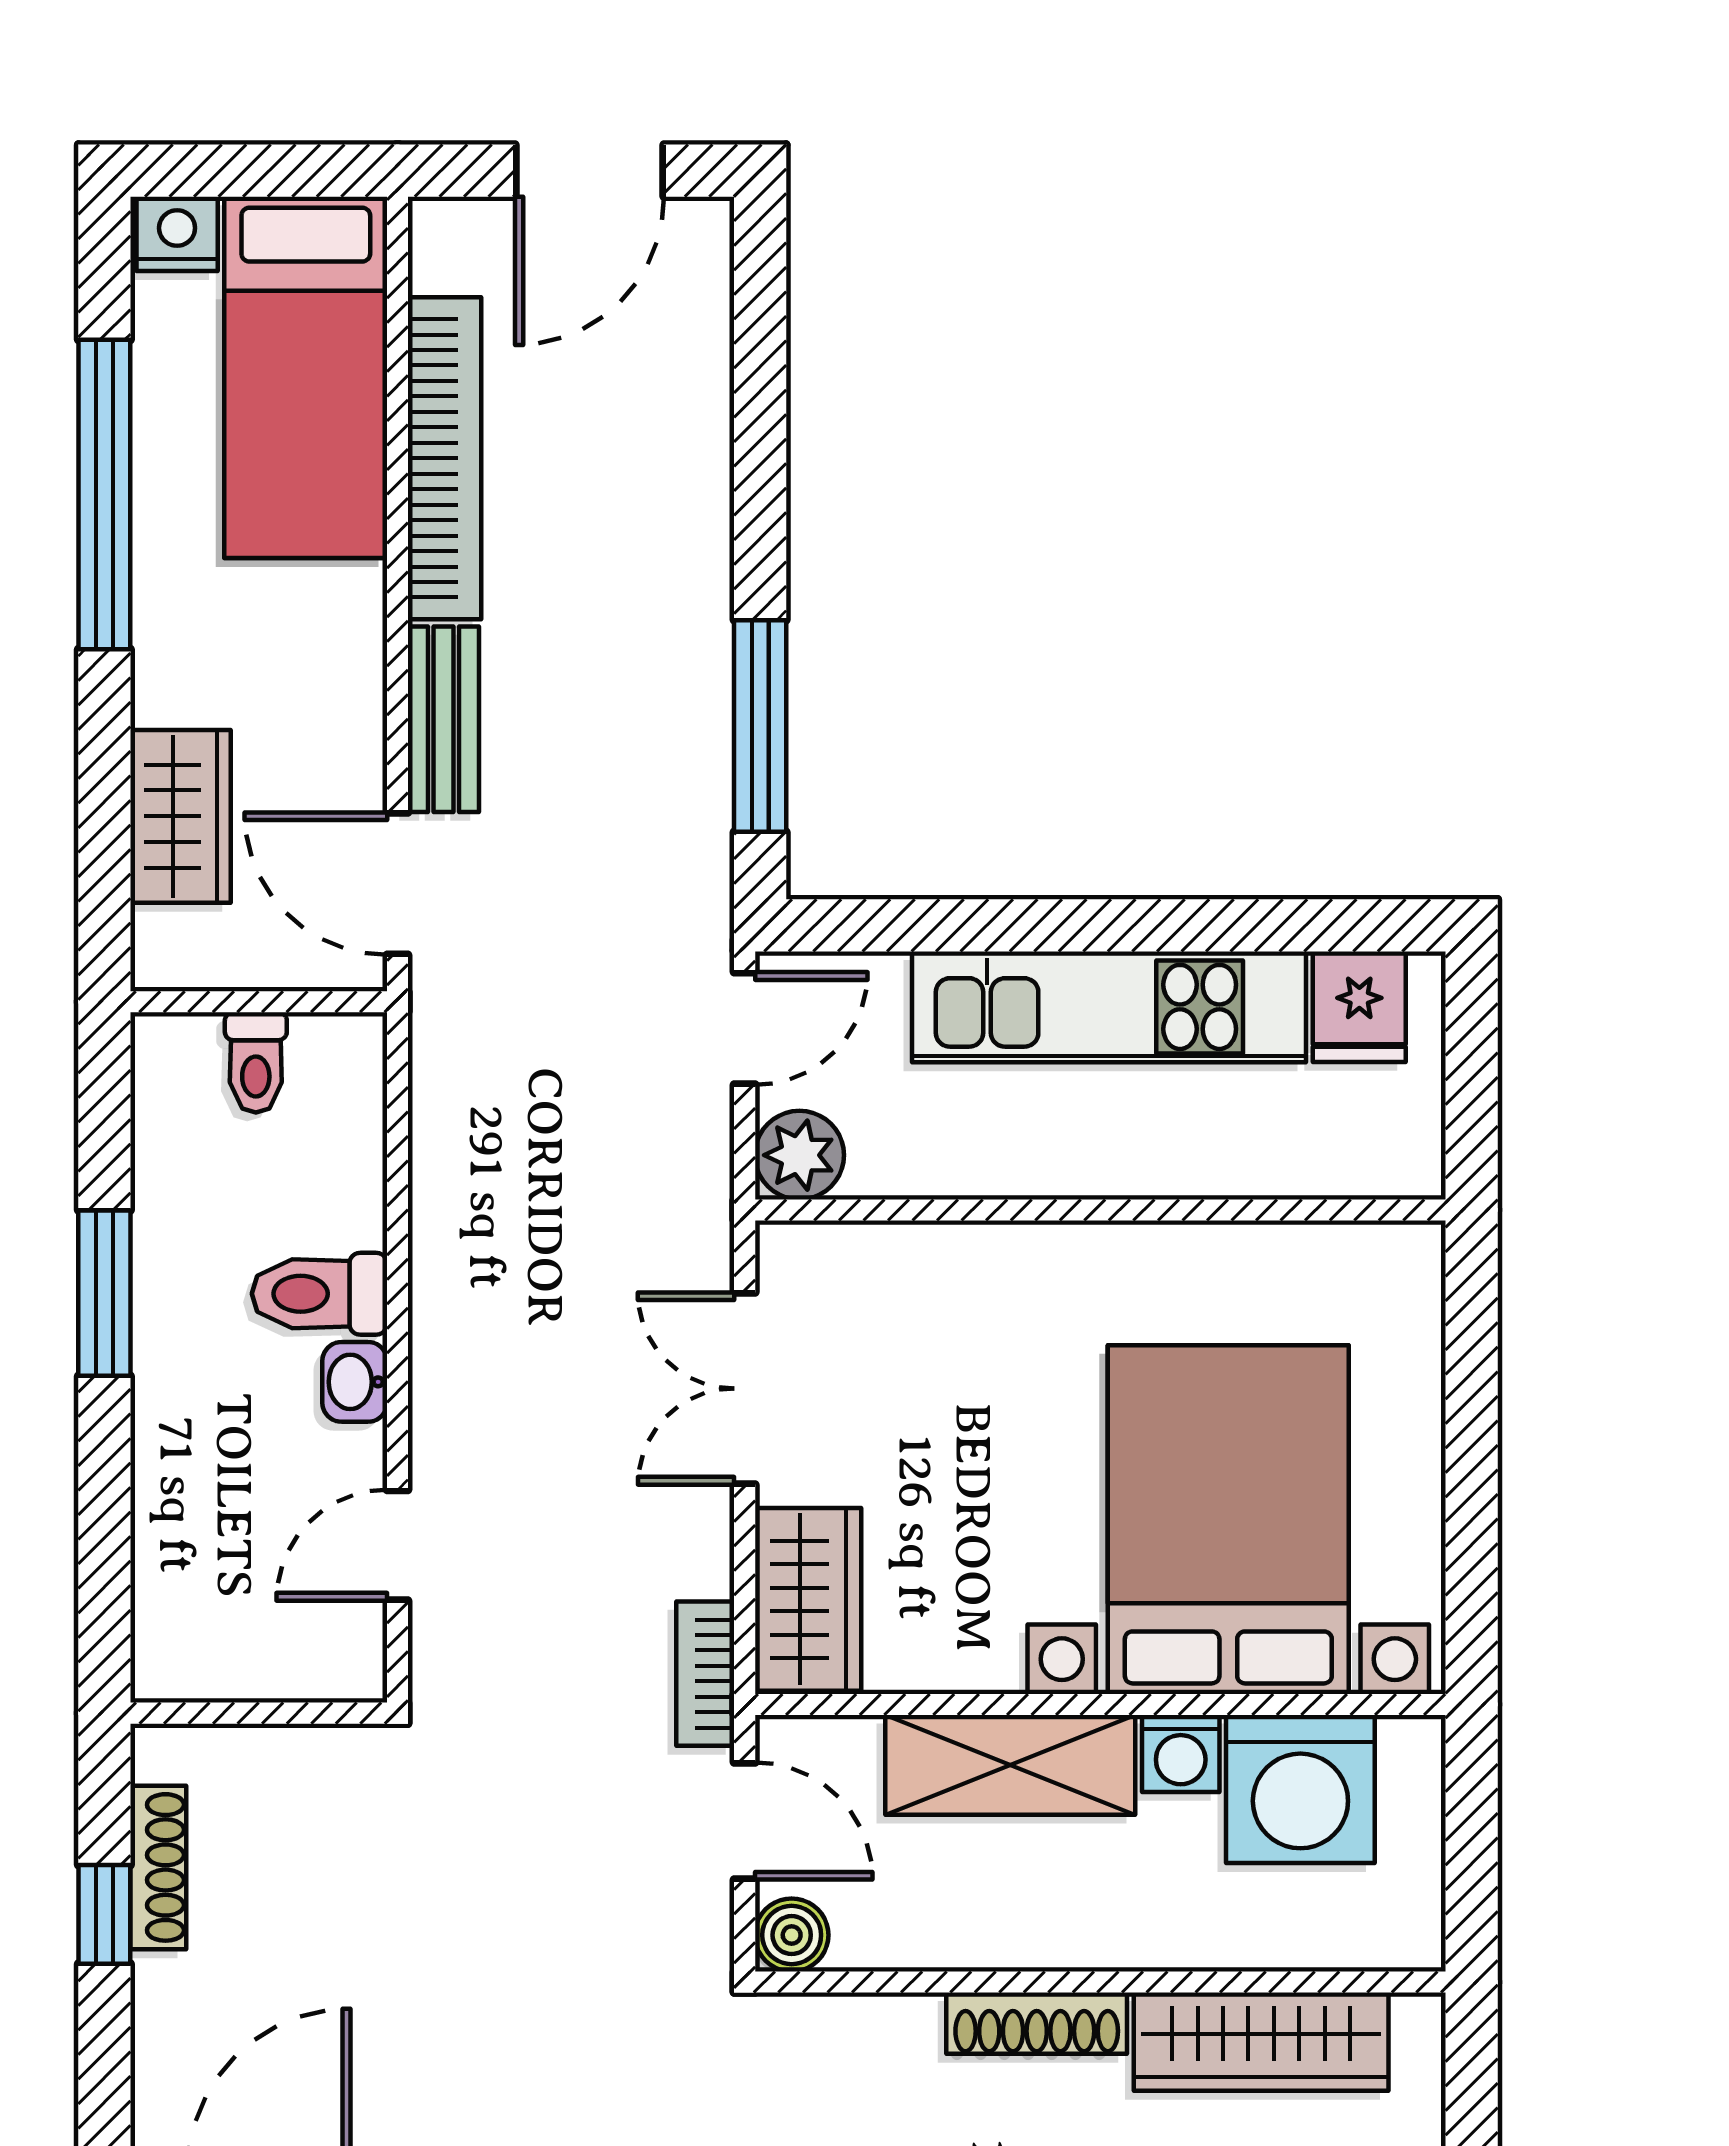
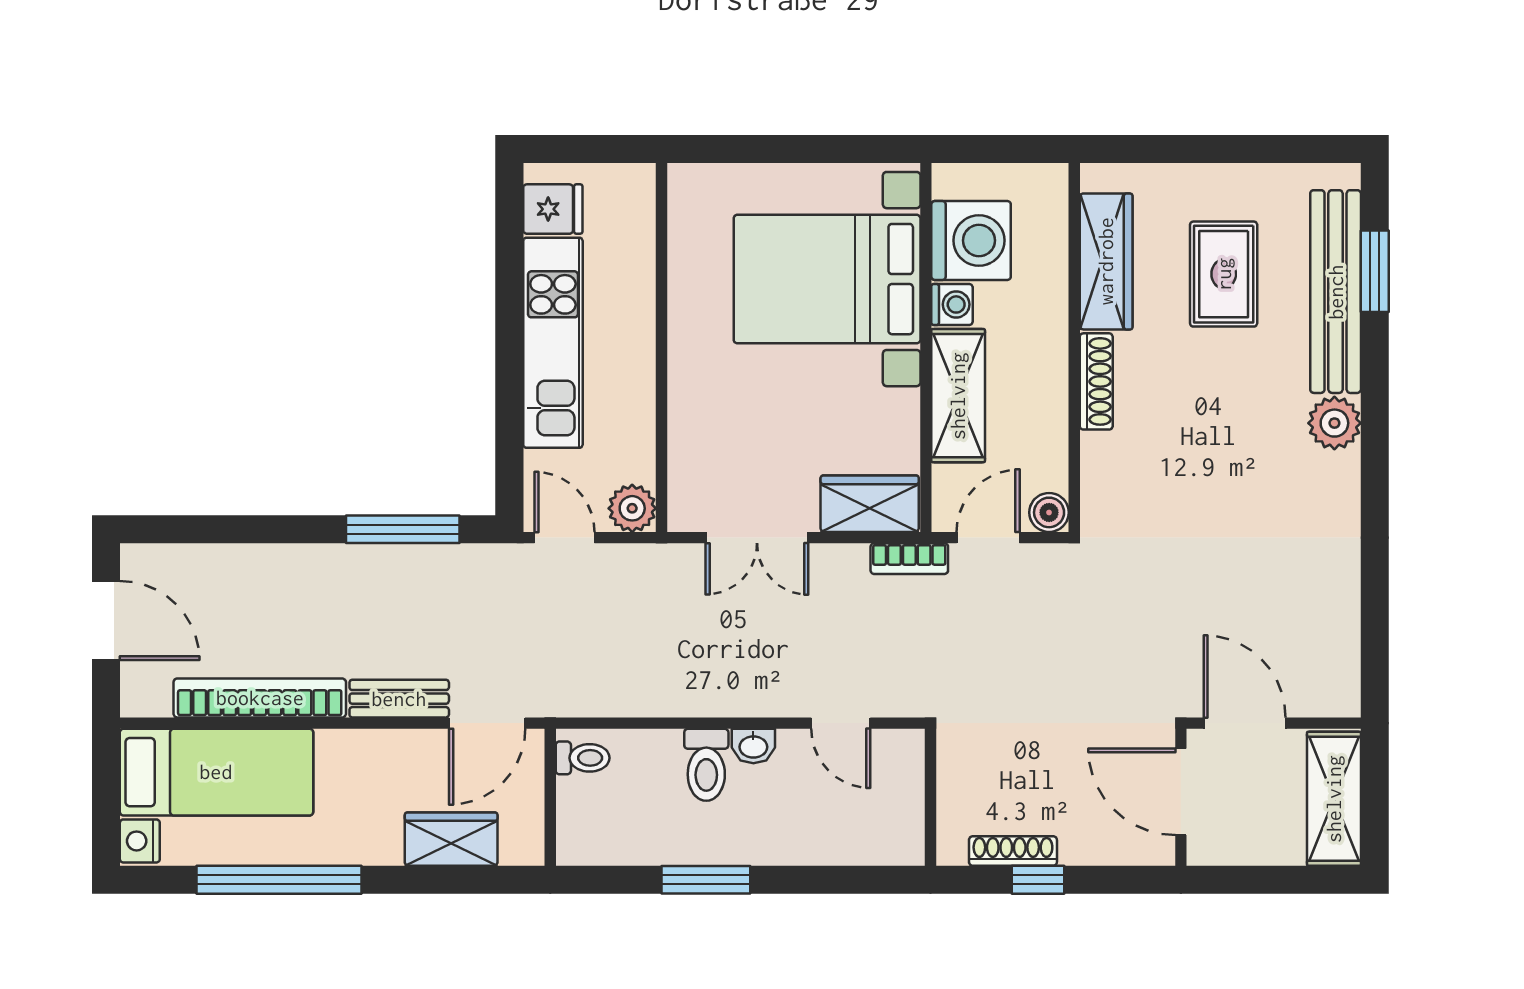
toilet: (256, 1062) -> (583, 758), moved

